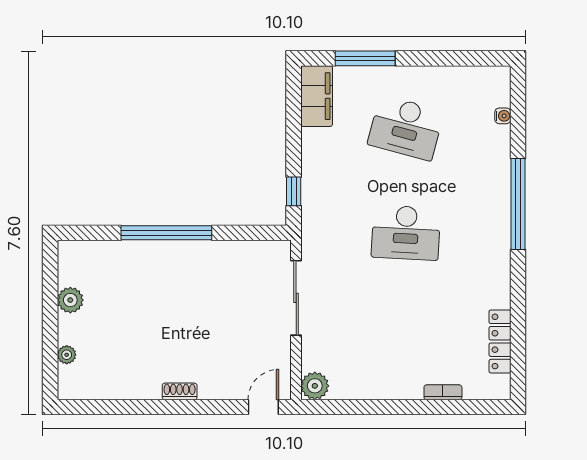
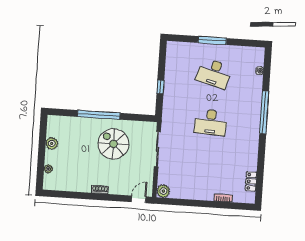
window: (365, 58) -> (212, 41), moved
filing cabinet: (317, 96) -> (173, 56), removed
window: (294, 191) -> (160, 87), moved
spiral stairs: (202, 292) -> (113, 144), added
locker: (500, 341) -> (251, 181), width x0.66

